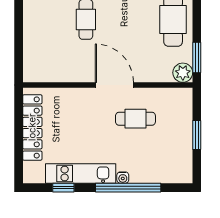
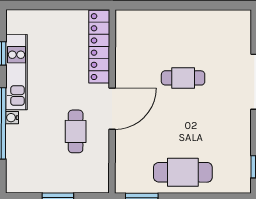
plant: (183, 73) -> (125, 183), removed
locker: (32, 127) -> (99, 47), moved, turned 90

